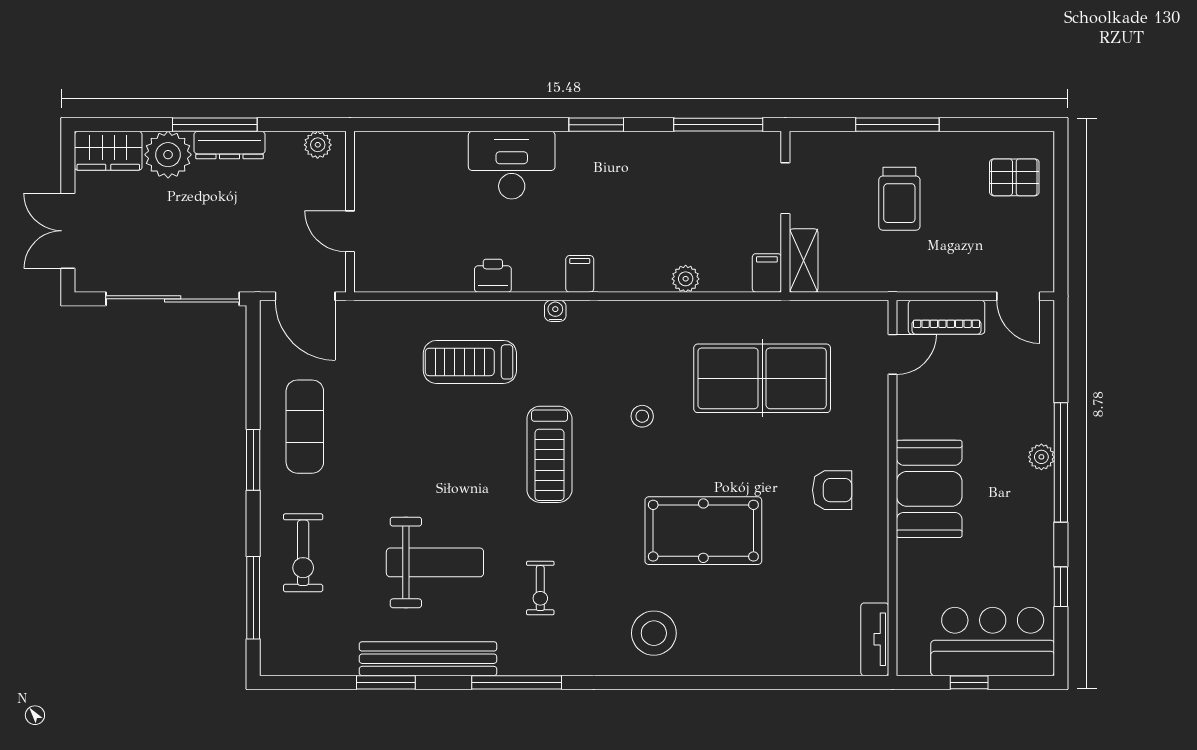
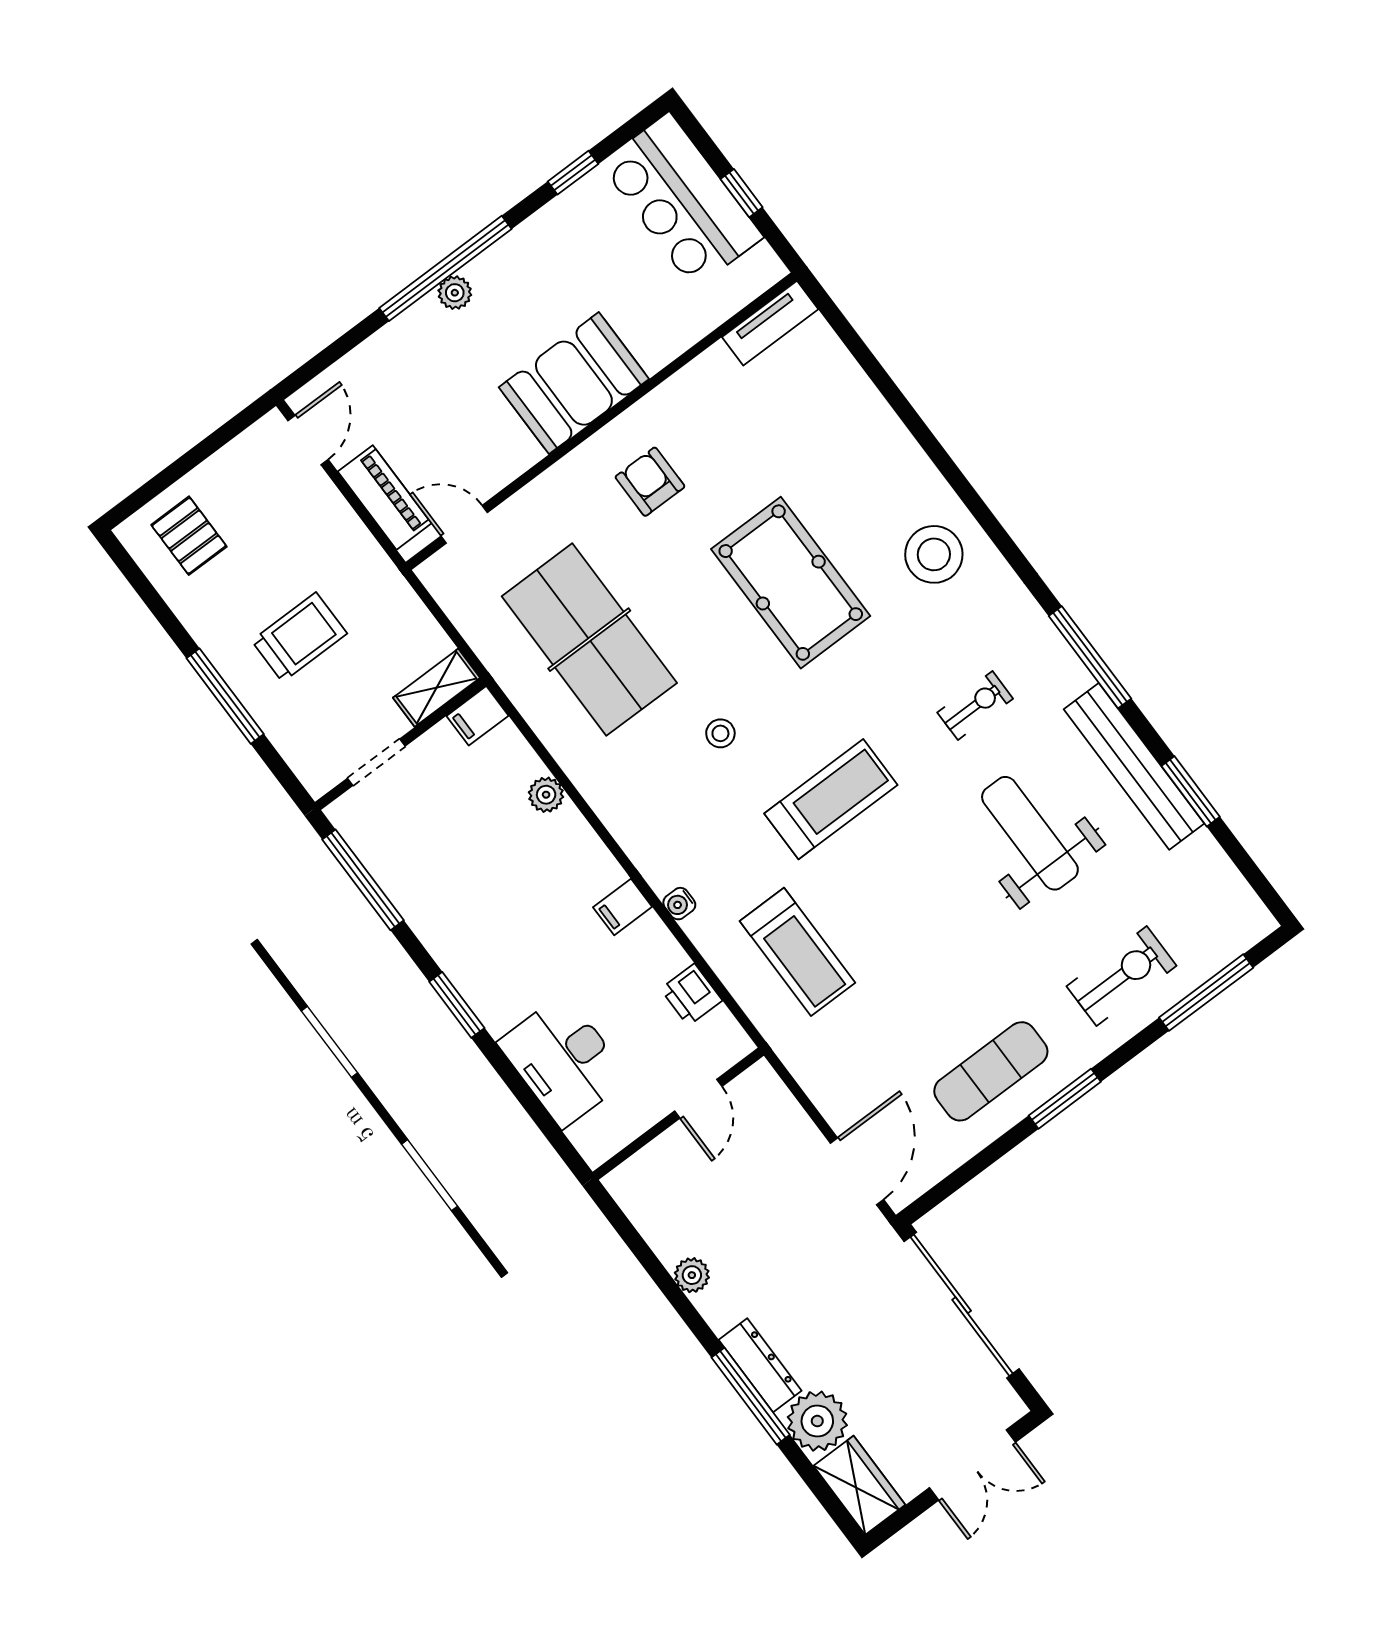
wall: (350, 212) -> (678, 1114), moved
door: (350, 231) -> (698, 1099), moved

